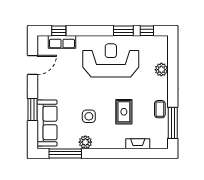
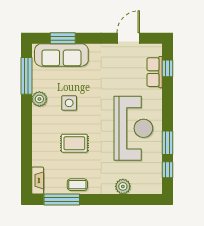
door: (33, 65) -> (128, 38), swing flipped
window: (33, 110) -> (63, 38), moved
fireplace: (138, 144) -> (38, 180), moved

